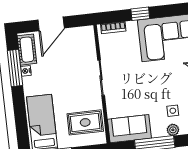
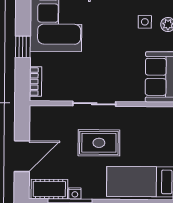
door: (51, 24) -> (22, 156), hinge flipped
rug: (85, 122) -> (99, 143), moved, turned 90

